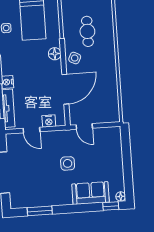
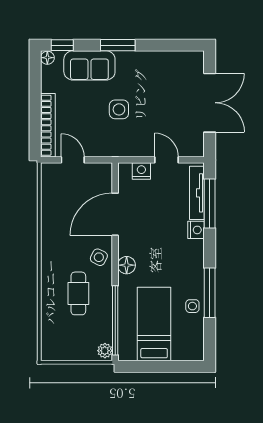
door: (84, 126) -> (73, 160), moved
bookcase: (117, 149) -> (48, 125), added
window: (40, 211) -> (118, 45), moved

